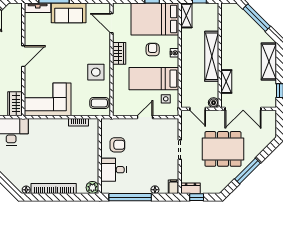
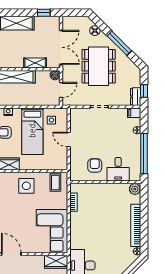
floor lamp: (261, 145) -> (95, 31), added

